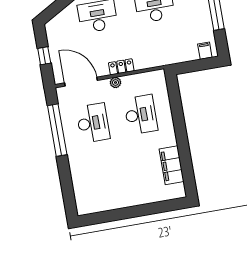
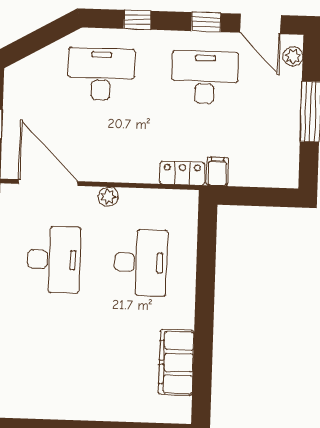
filing cabinet: (205, 51) -> (217, 172), moved
locker: (121, 67) -> (182, 173), moved

